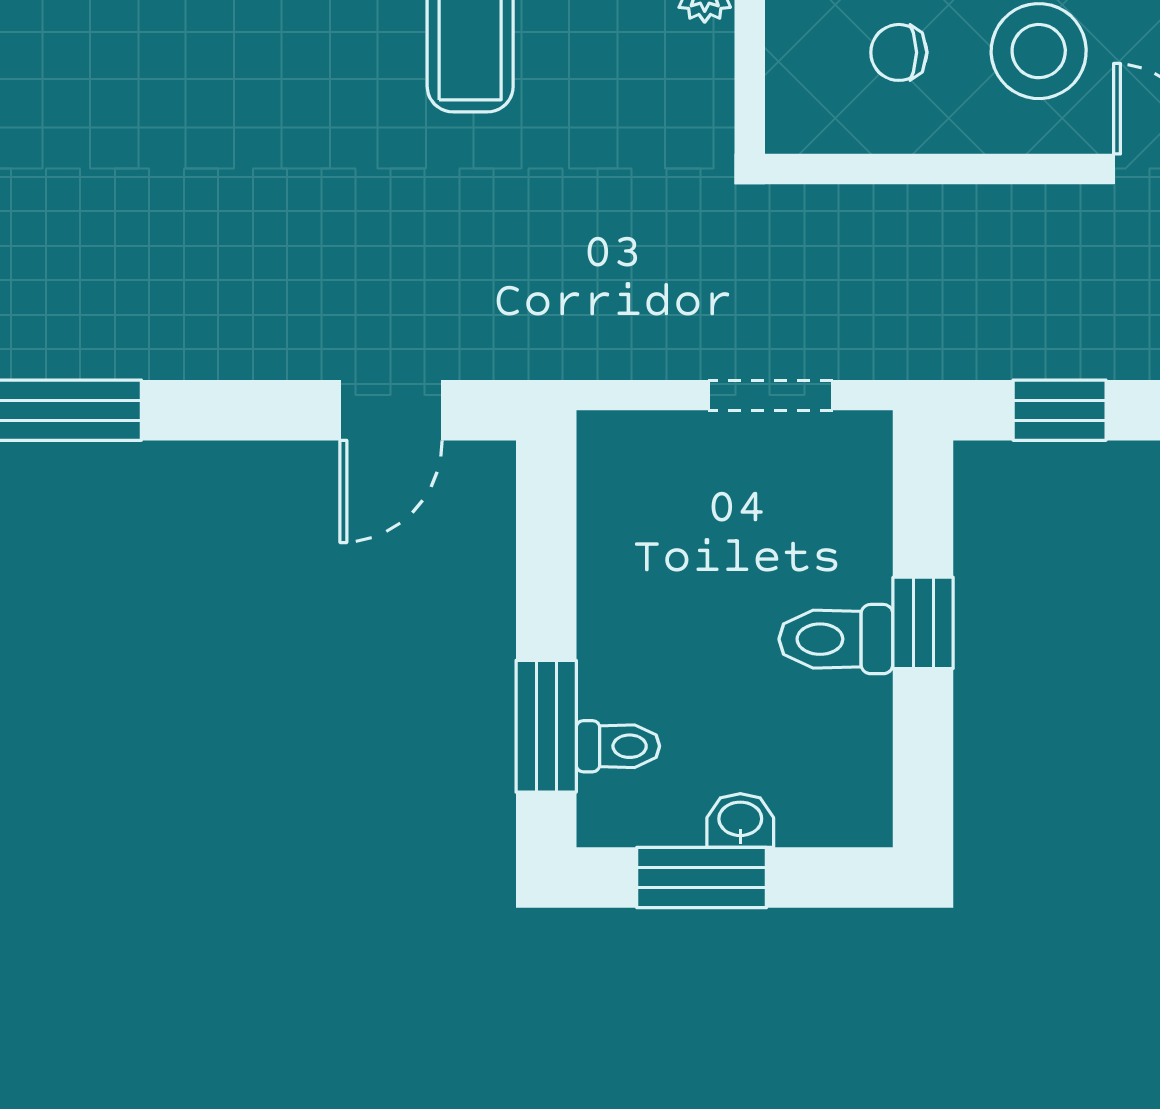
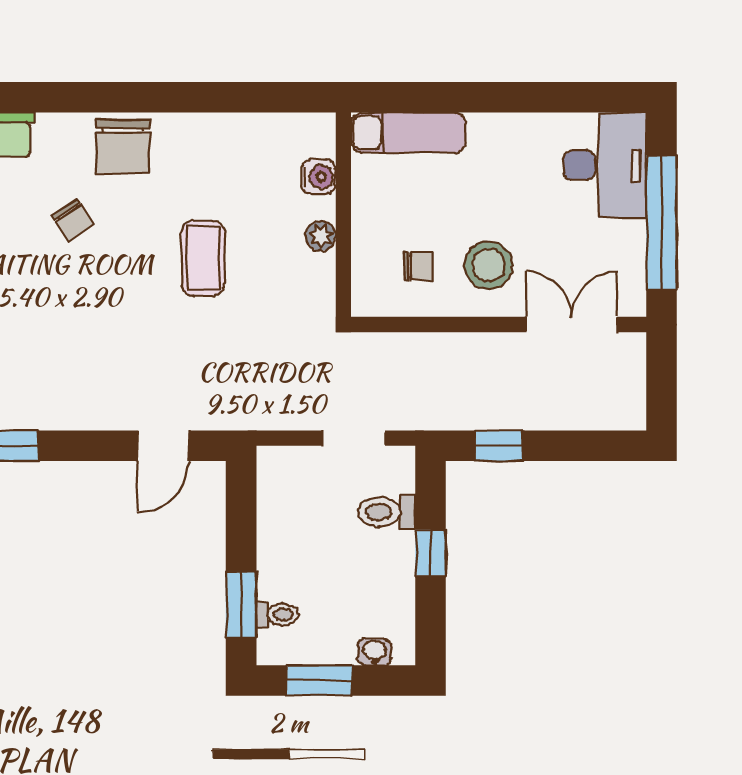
chair: (899, 52) -> (418, 266), turned 180
toilet: (836, 639) -> (387, 512), moved
washbasin: (740, 820) -> (374, 652), moved

